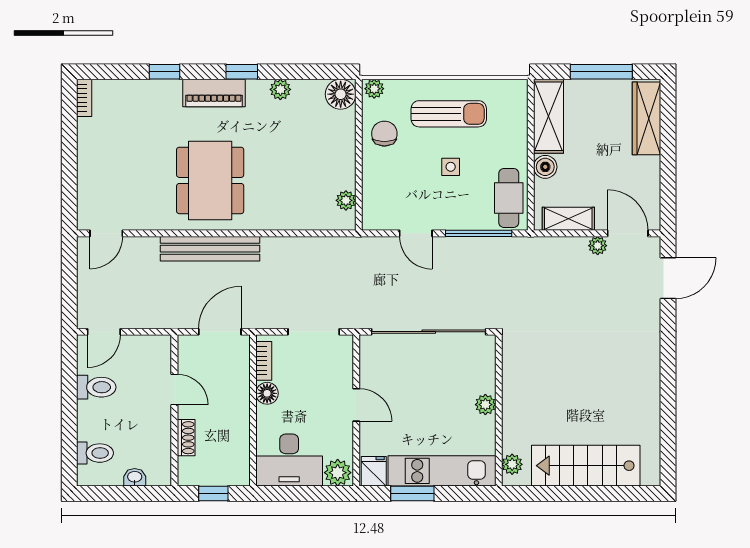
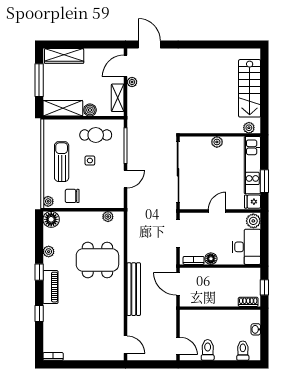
dining table: (210, 180) -> (97, 260), moved
cafe table: (509, 198) -> (96, 135), moved
door: (174, 389) -> (209, 308), removed
shoe rack: (186, 438) -> (248, 302), moved

